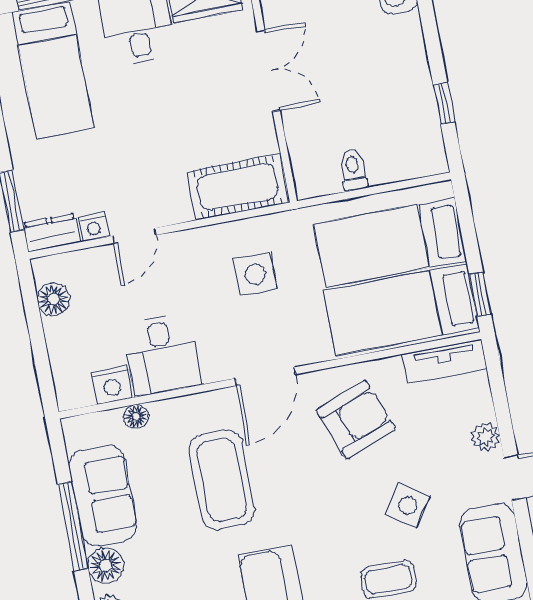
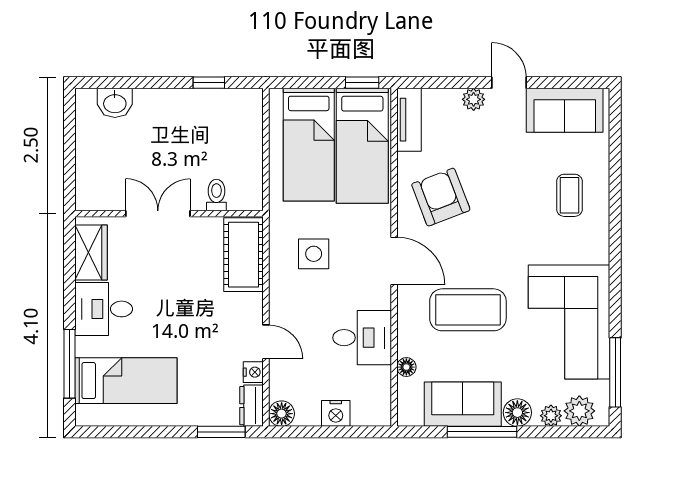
toilet: (353, 170) -> (216, 195), moved, turned 90
floor lamp: (54, 299) -> (282, 414), moved
nightstand: (112, 385) -> (336, 413), moved, turned 90
side table: (408, 505) -> (515, 170), removed

